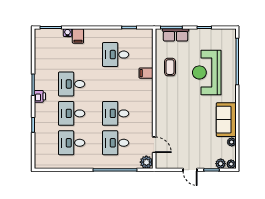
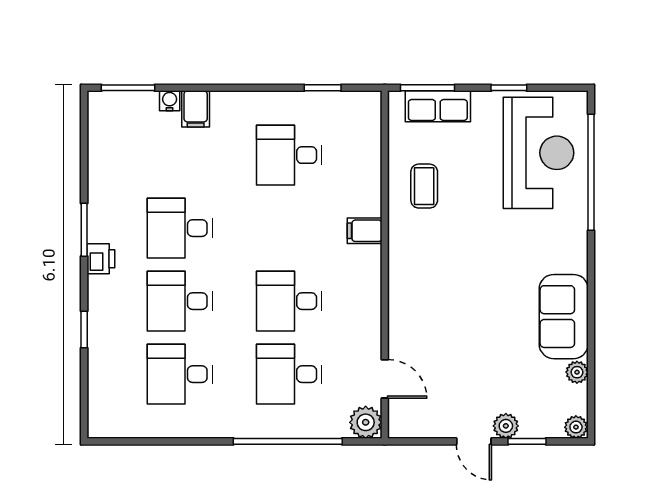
reception desk: (207, 72) -> (539, 153), moved, turned 180
filing cabinet: (146, 73) -> (365, 231), moved
plant: (221, 164) -> (506, 426), moved

